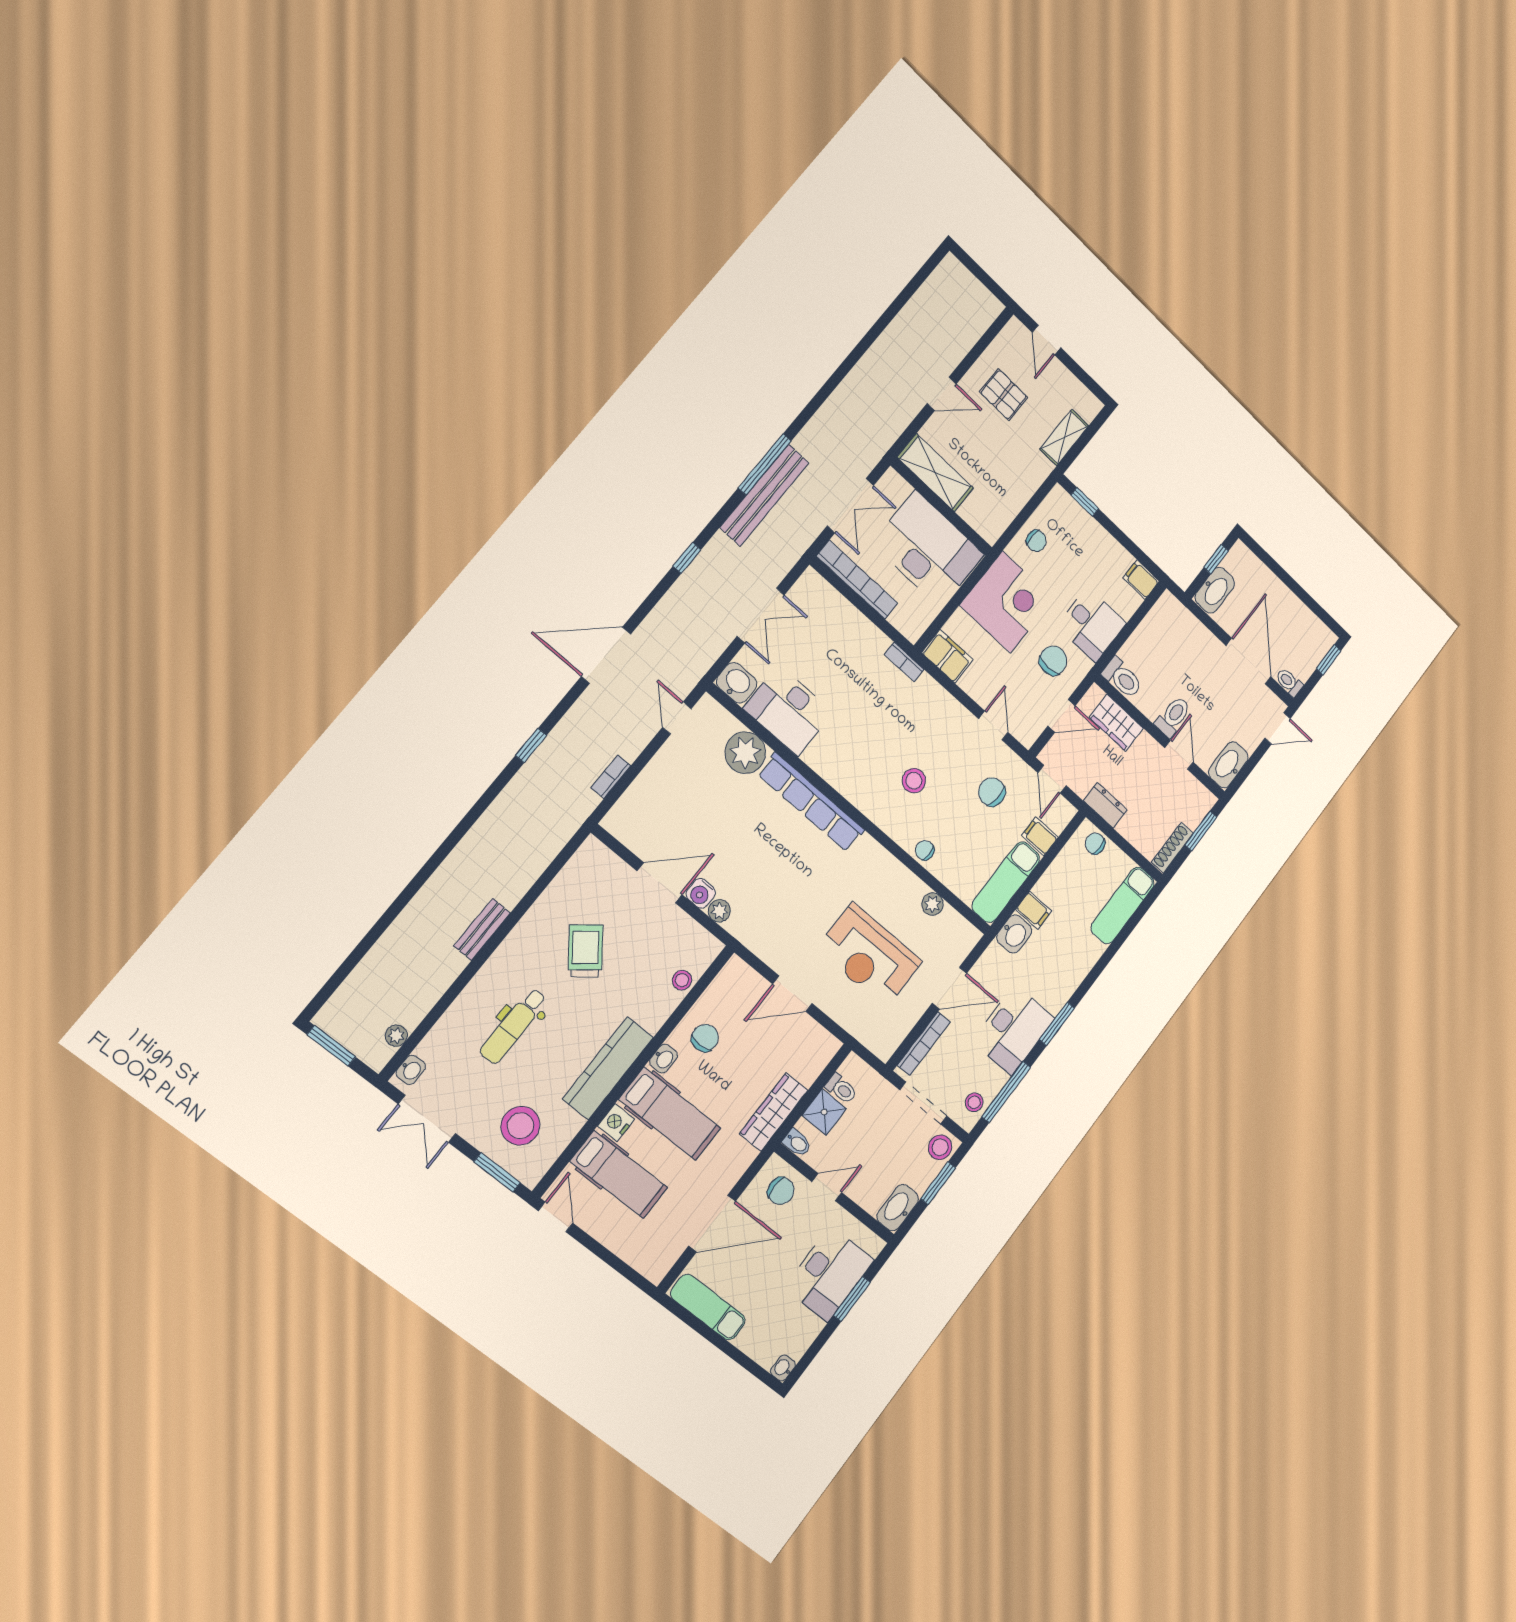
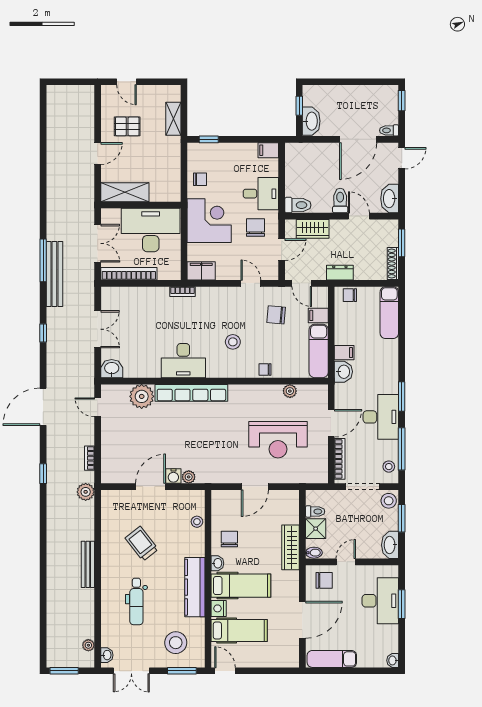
door: (1248, 661) -> (358, 139), swing flipped
desk: (788, 710) -> (183, 361), moved
plant: (568, 818) -> (86, 492), added
bench: (482, 929) -> (88, 564), width x1.36

